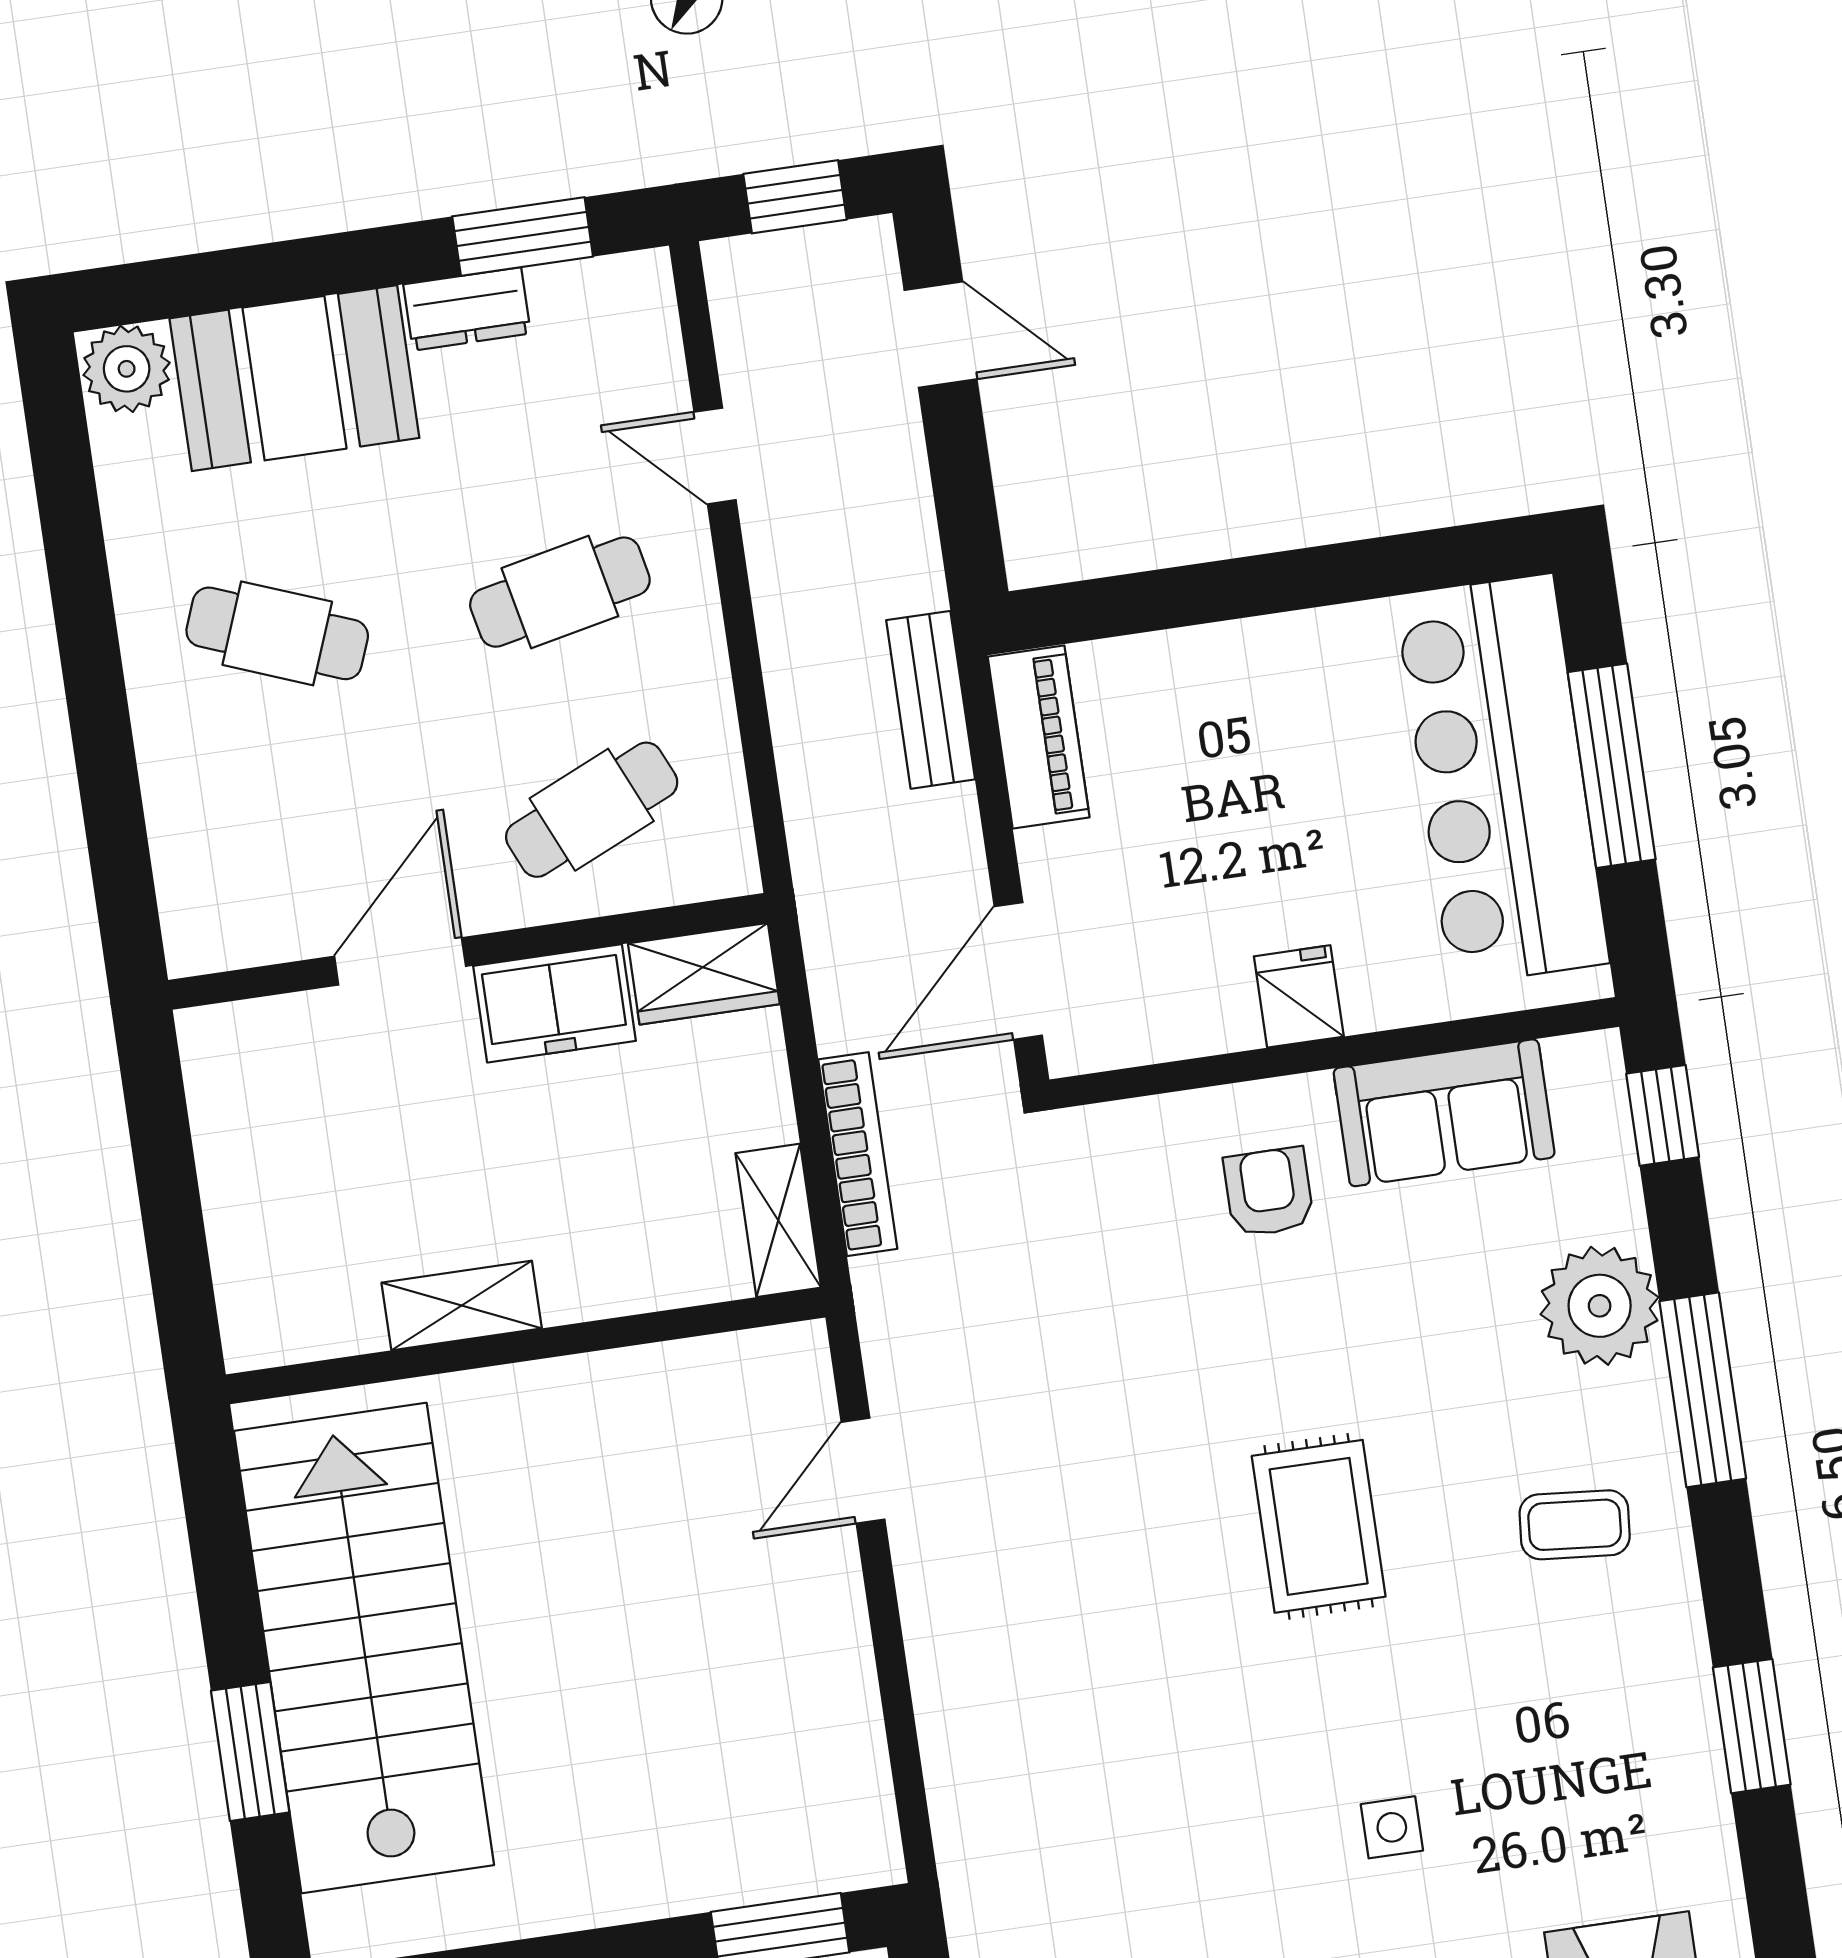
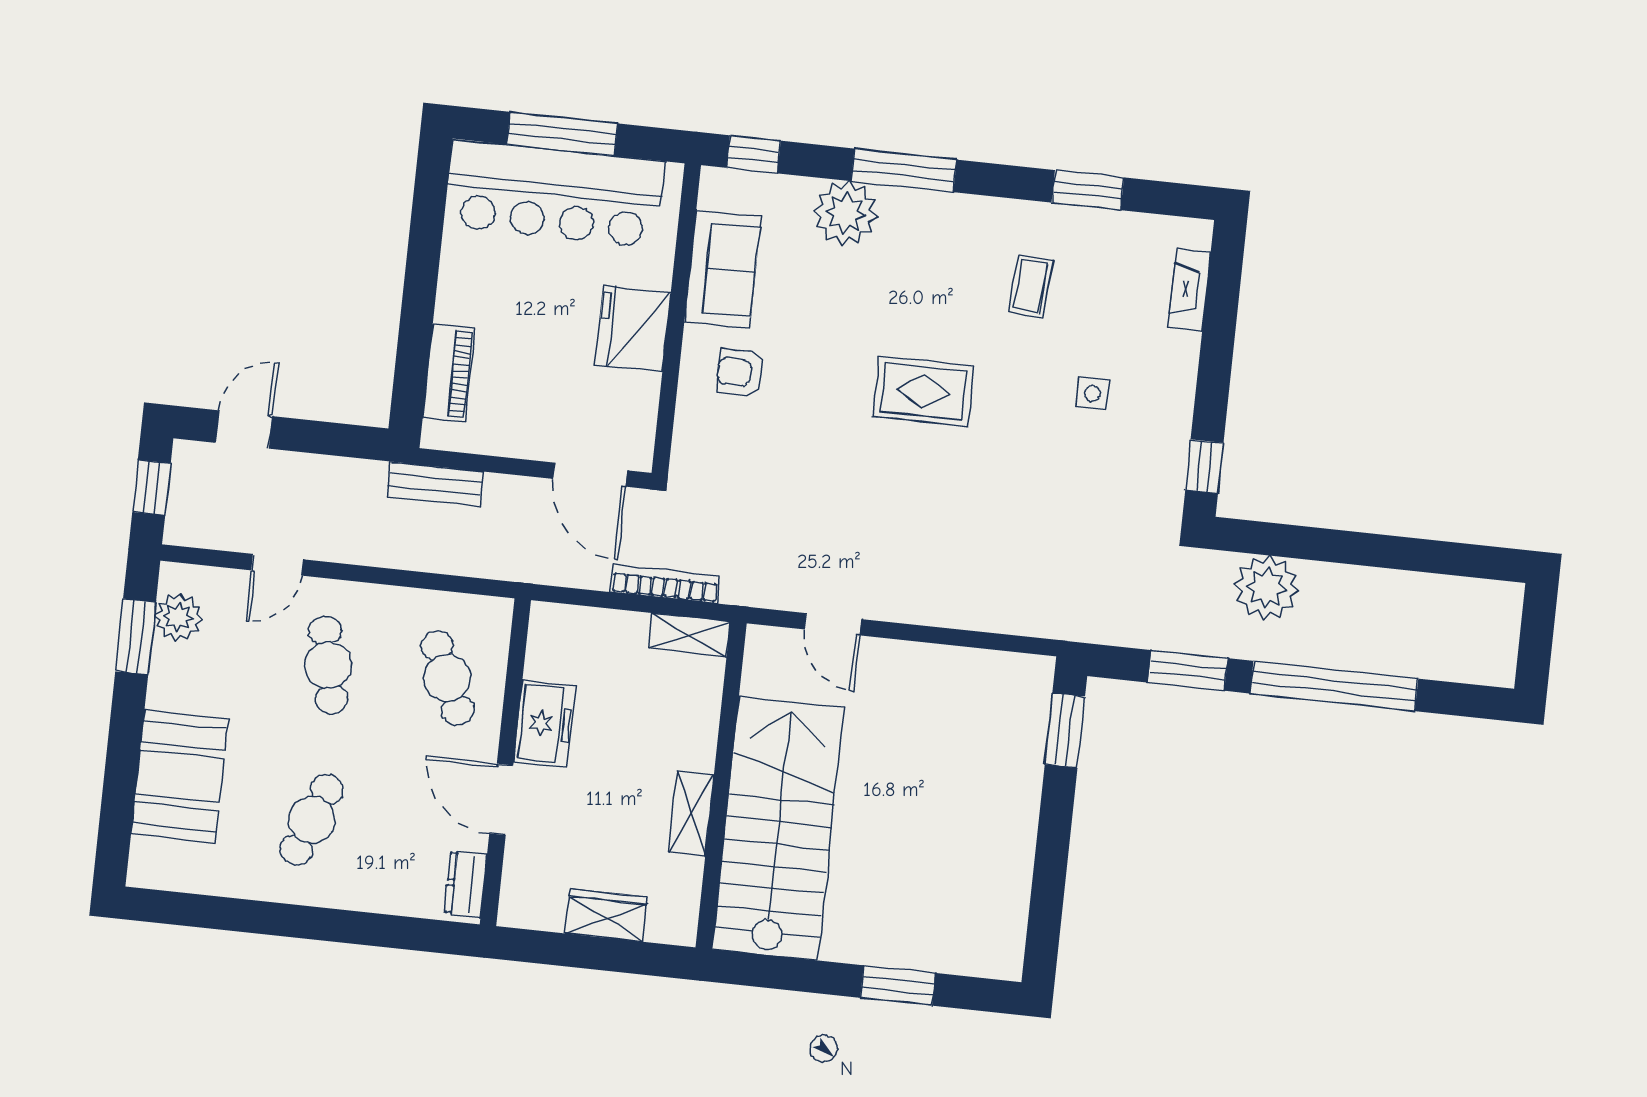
dresser: (467, 309) -> (466, 884), moved, turned 180
plant: (127, 369) -> (178, 617), moved
piano: (1039, 737) -> (449, 373), moved, turned 90
wardrobe: (704, 974) -> (606, 915), moved, turned -90
fridge: (1299, 996) -> (633, 329), width x1.88, depth x1.34
coffee table: (1575, 1525) -> (1031, 286), moved
stairs: (364, 1648) -> (778, 828), moved, turned 90

